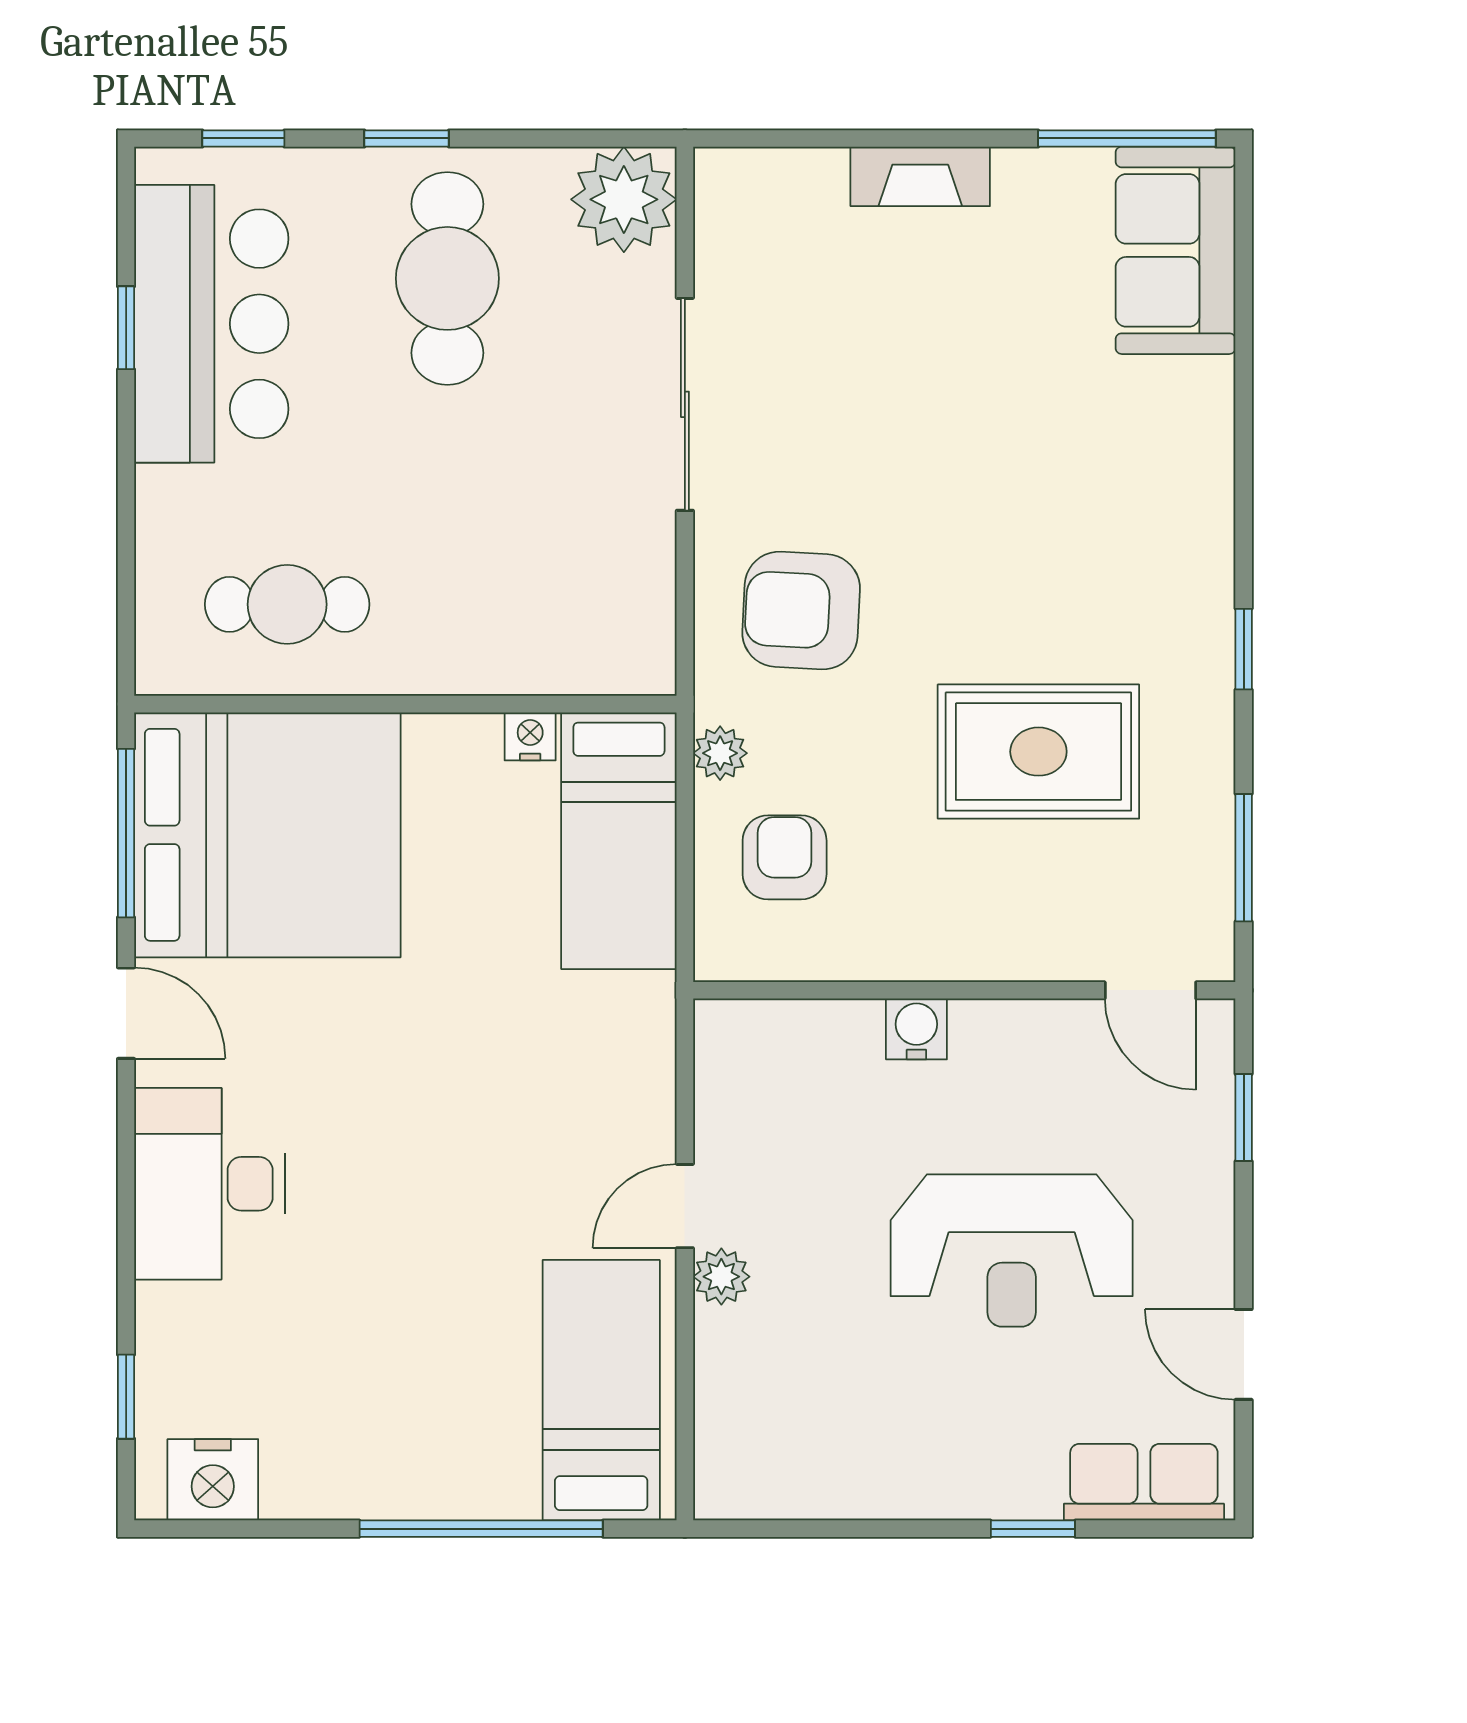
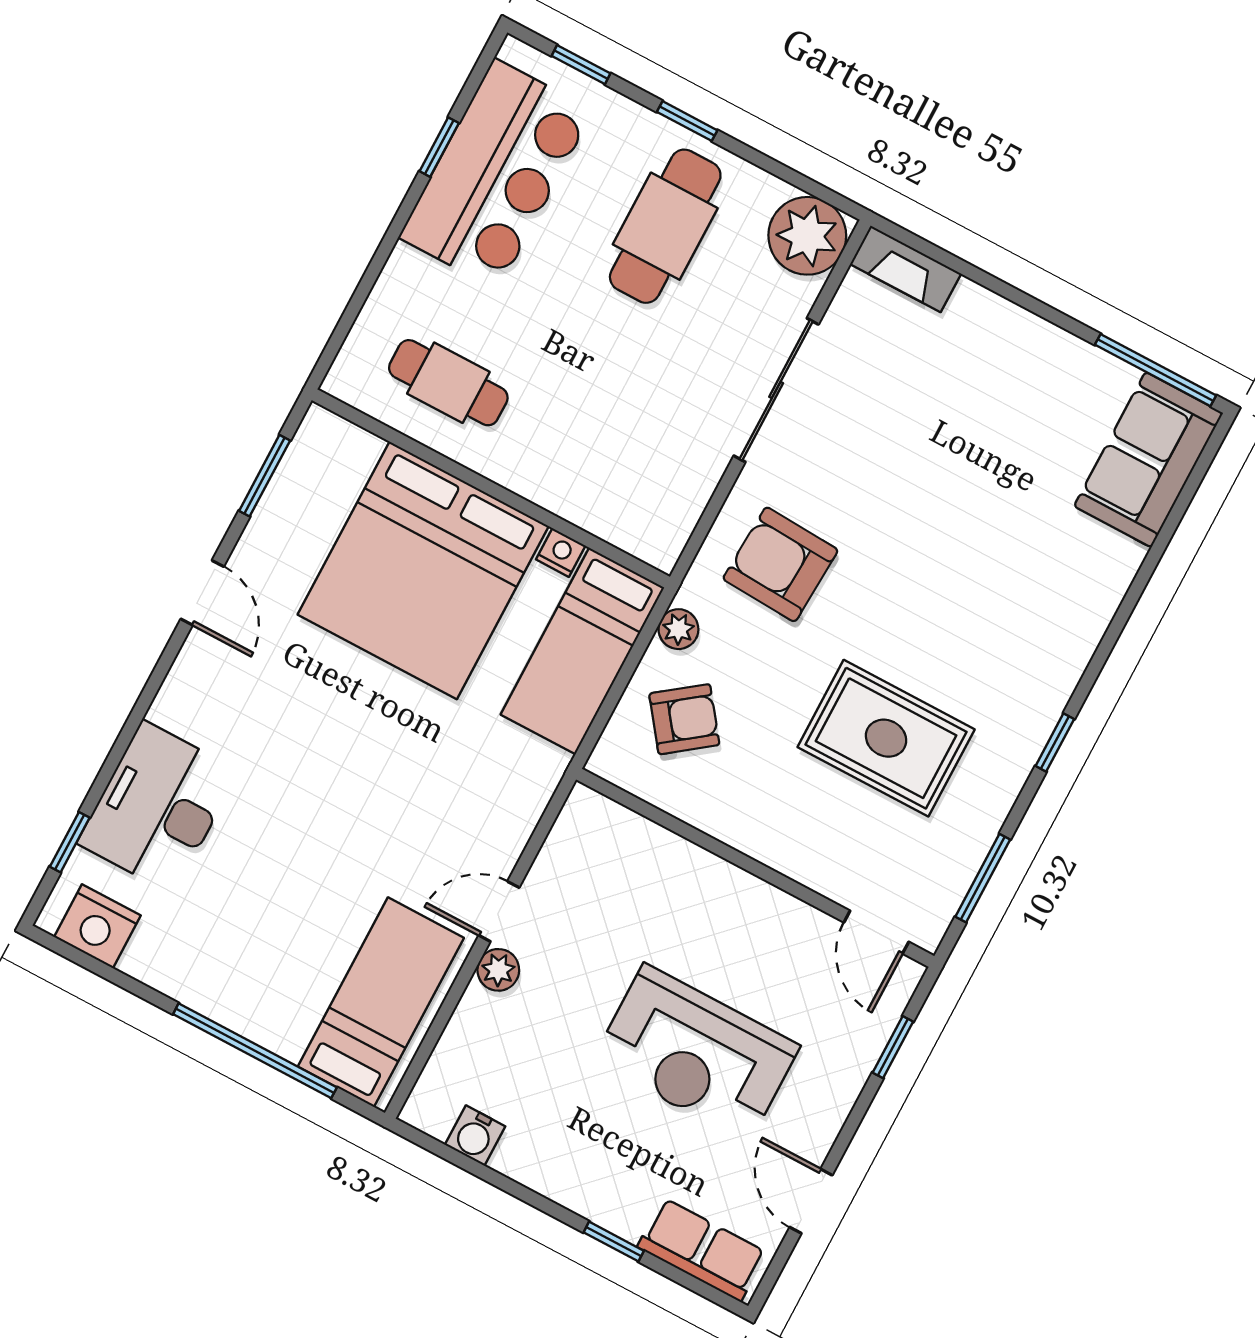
fireplace: (920, 176) -> (906, 269), moved
window: (126, 833) -> (265, 476), width x0.69
bed: (267, 835) -> (423, 570), moved, turned 90
armchair: (785, 857) -> (684, 719), turned 53
water cooler: (916, 1029) -> (475, 1136), moved, turned 180
desk: (209, 1184) -> (158, 807), moved

